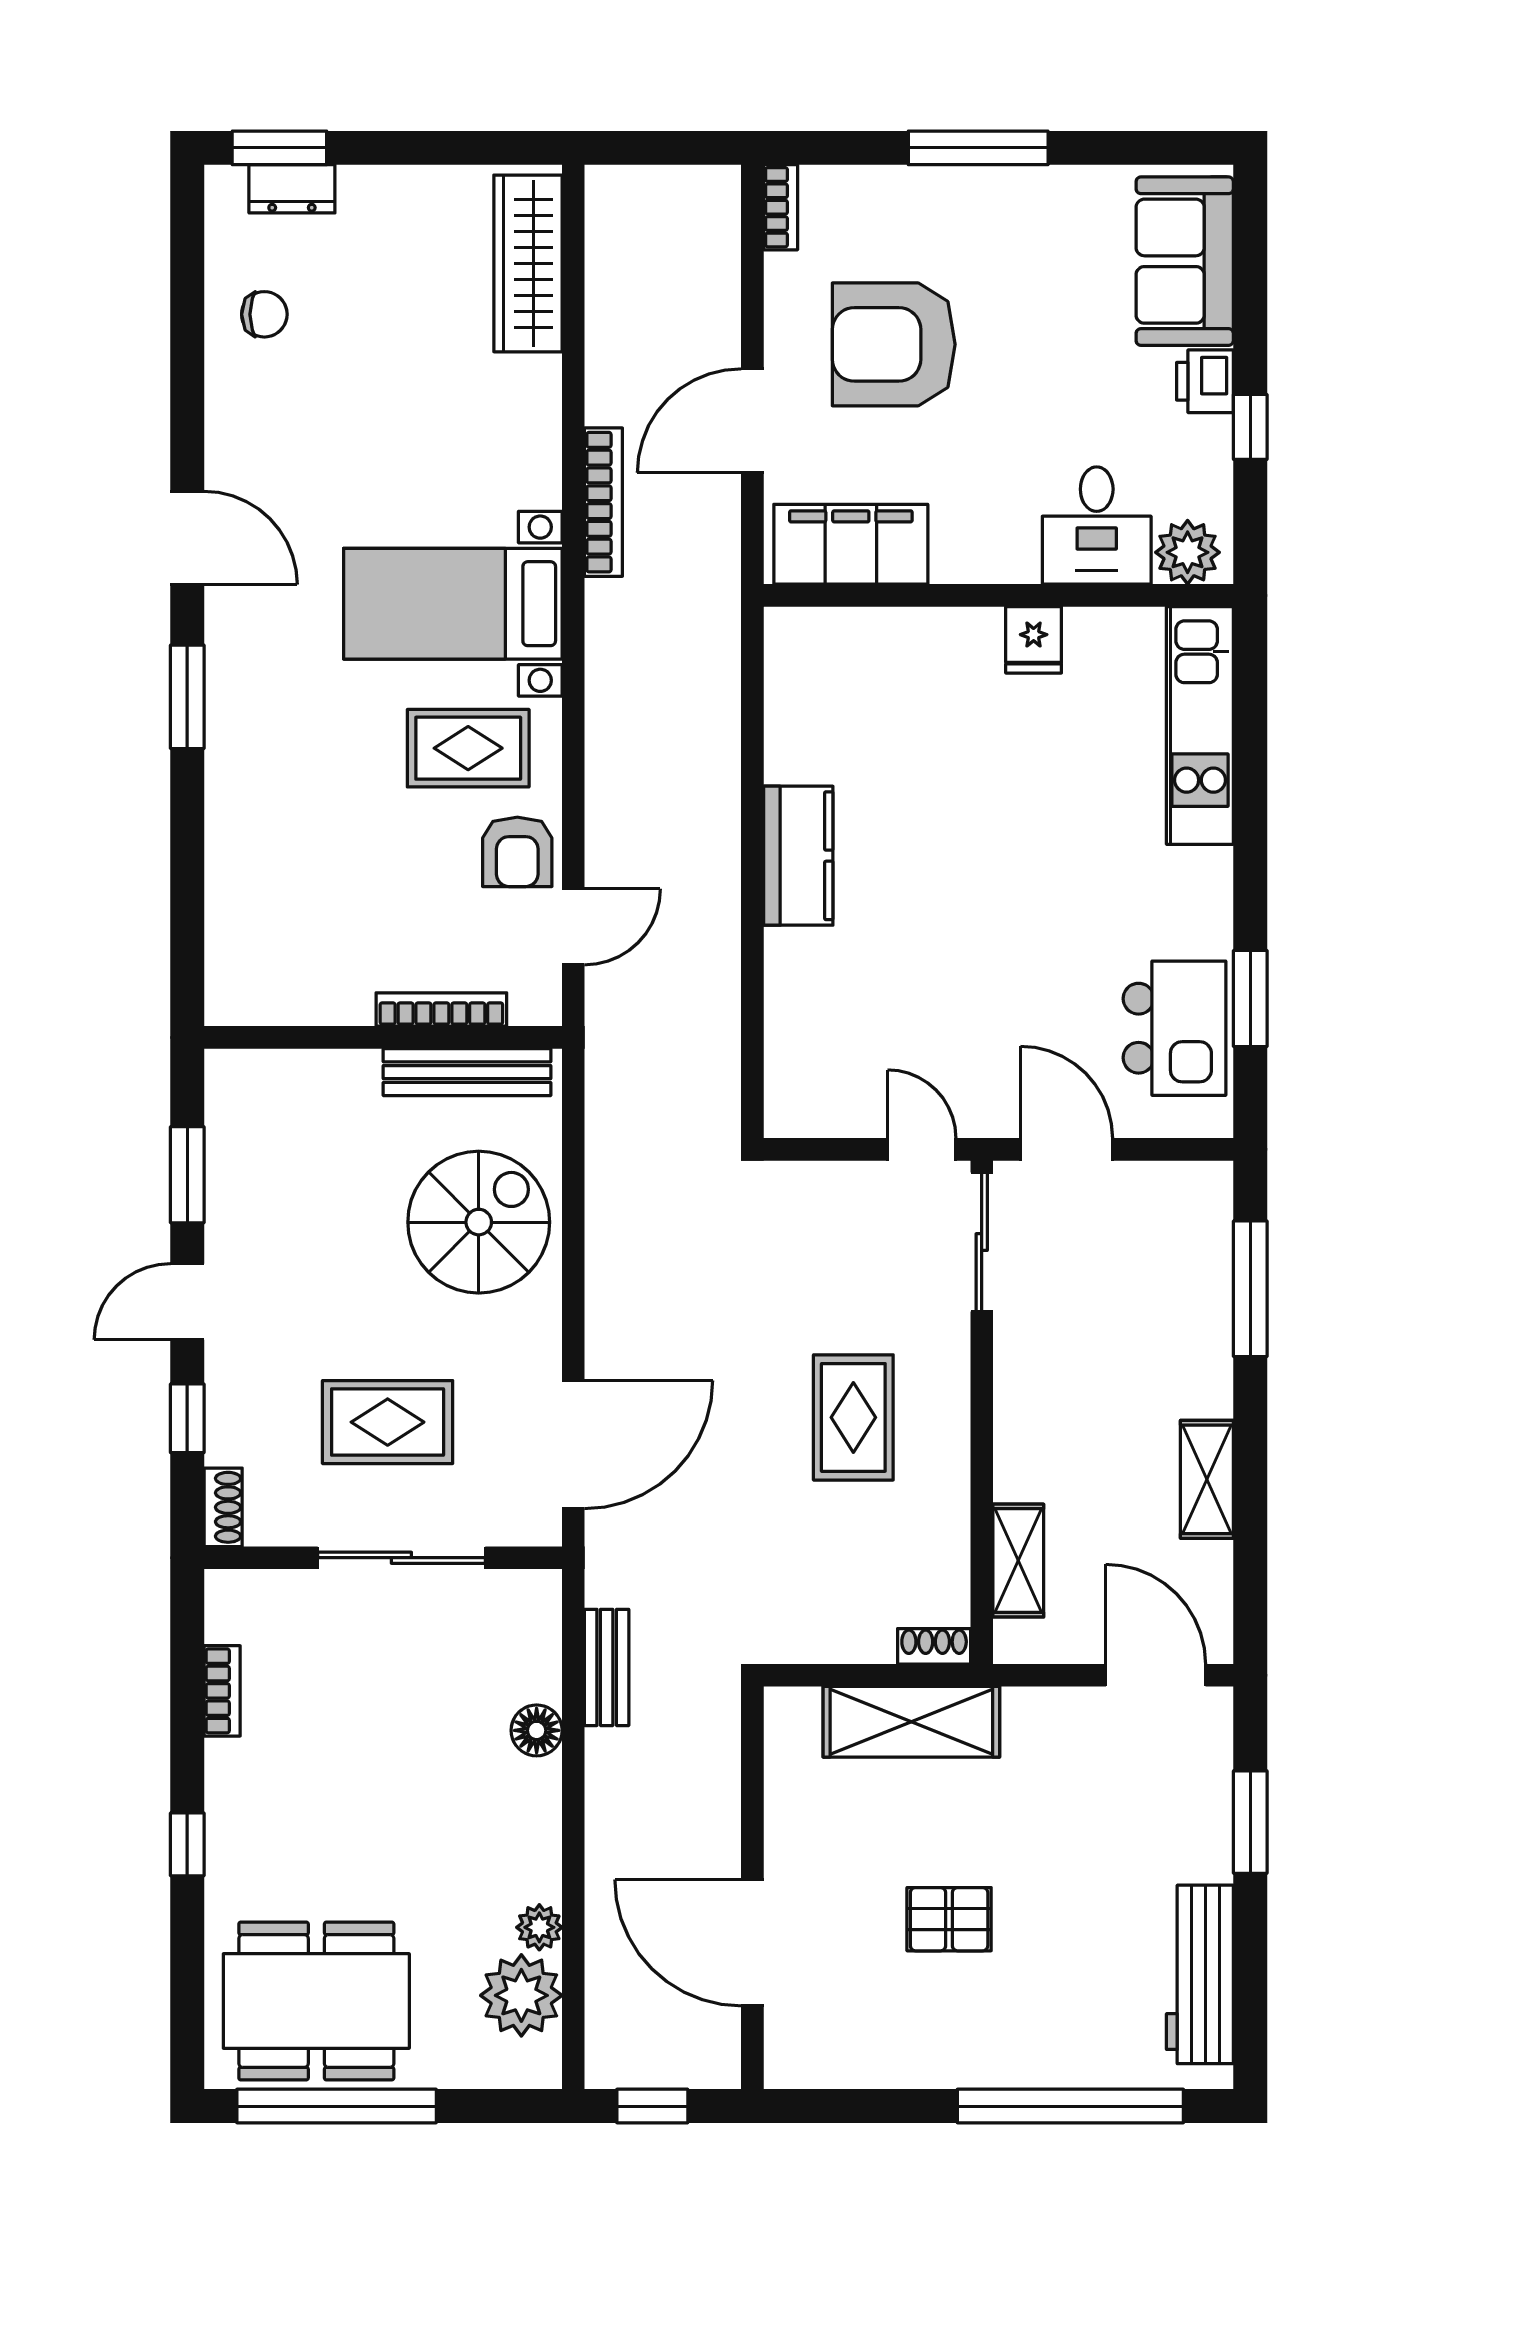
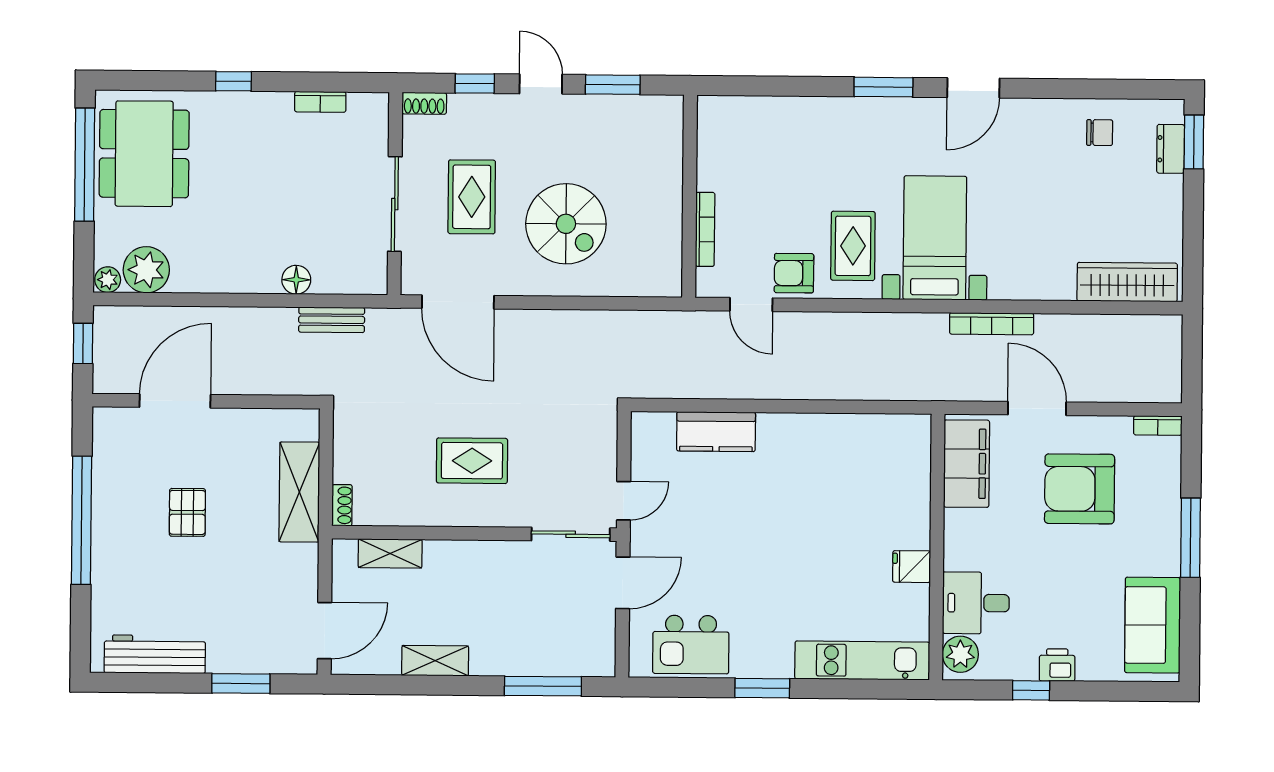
sofa: (1185, 261) -> (1153, 625), moved, turned -90
chair: (264, 314) -> (1100, 133), turned -90
armchair: (894, 344) -> (1080, 489), turned -90
kitchen counter: (798, 856) -> (716, 432), moved
window: (1250, 999) -> (762, 688), moved
bench: (467, 1072) -> (670, 244), removed
spiral stairs: (479, 1222) -> (566, 224), moved
plant: (539, 1927) -> (108, 280), moved
window: (1070, 2106) -> (81, 520), moved

